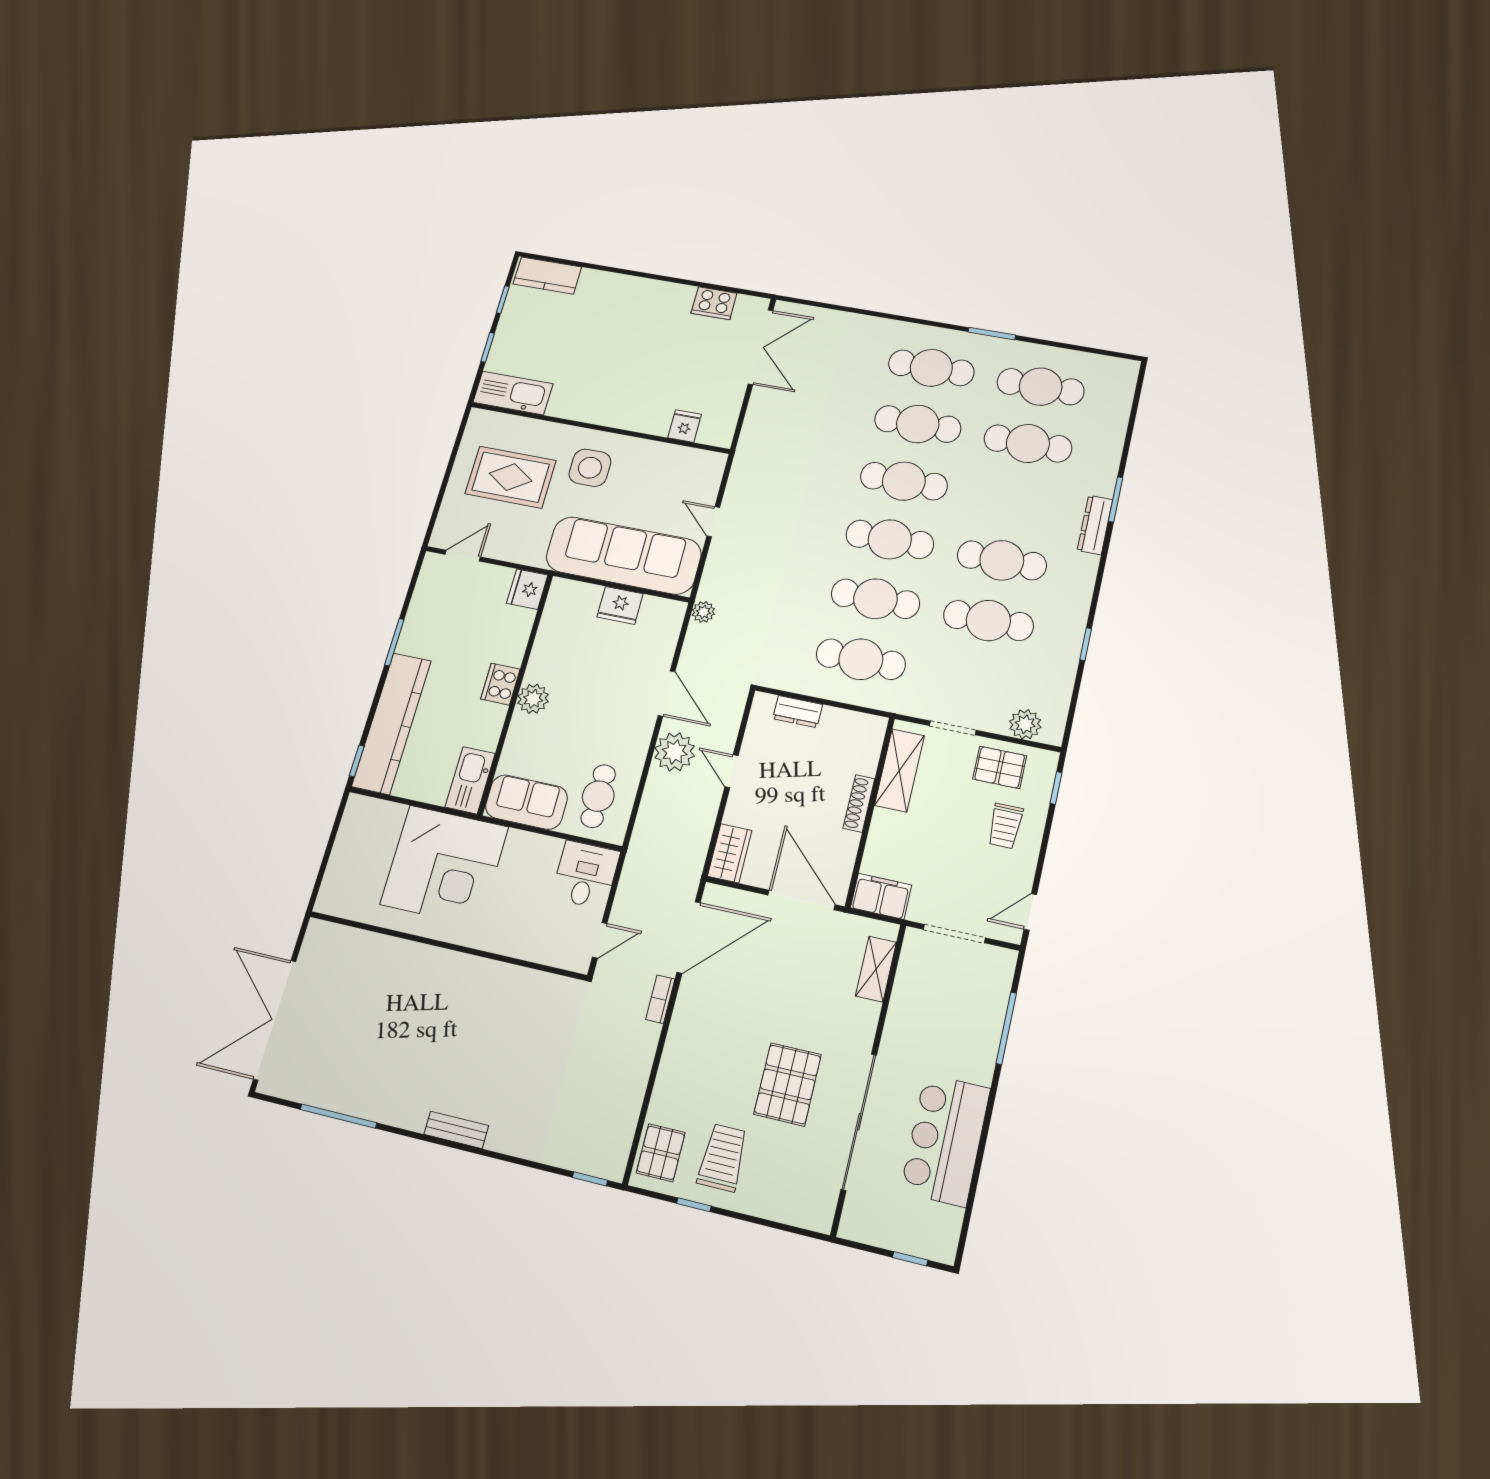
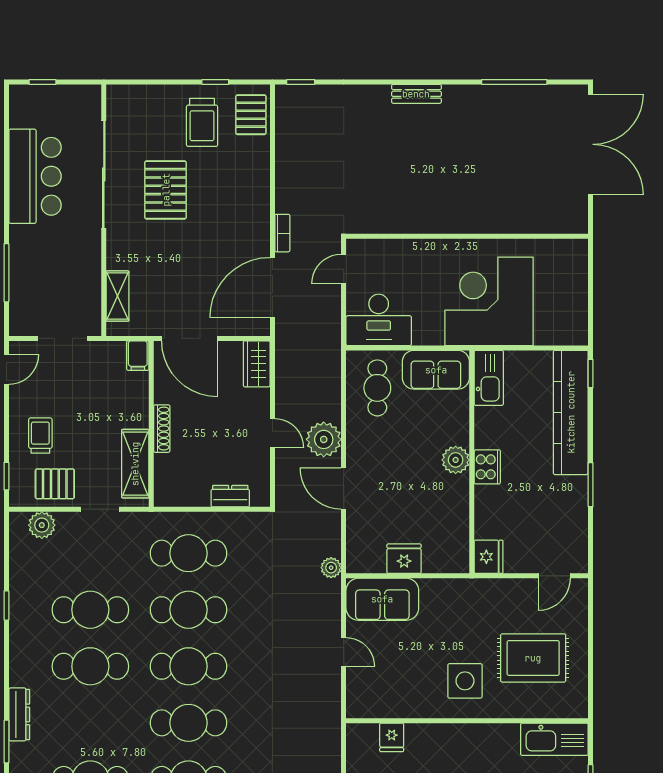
sofa: (624, 555) -> (382, 599), width x0.54, depth x0.79
desk: (586, 875) -> (379, 320), width x1.37
filing cabinet: (881, 896) -> (138, 356), width x0.50

